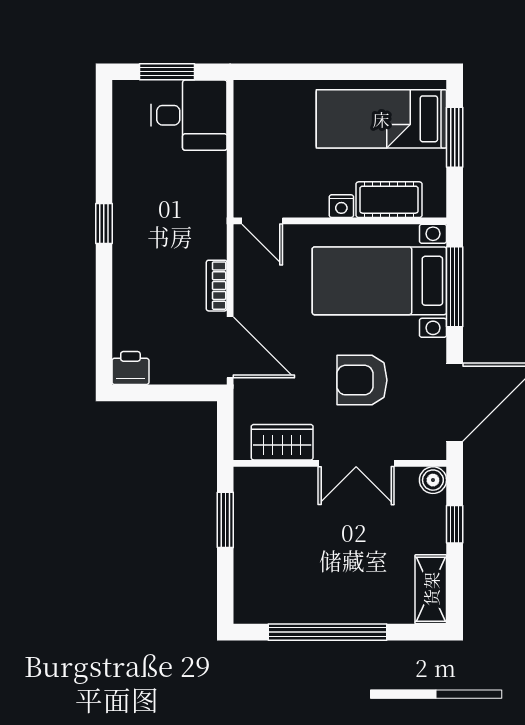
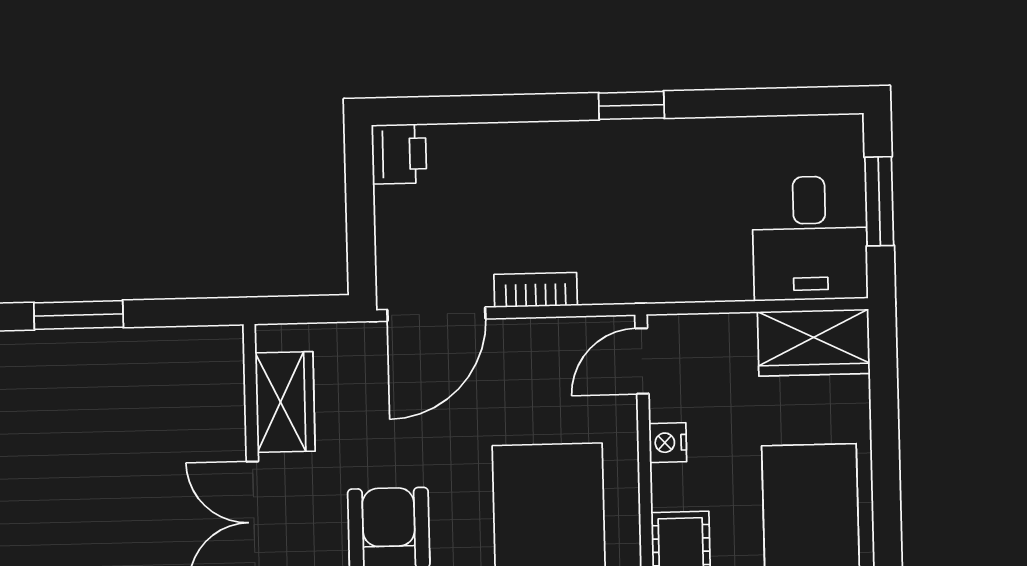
wardrobe: (253, 114) -> (814, 343), added
nightstand: (341, 206) -> (668, 443), moved
window: (225, 520) -> (79, 315), moved

